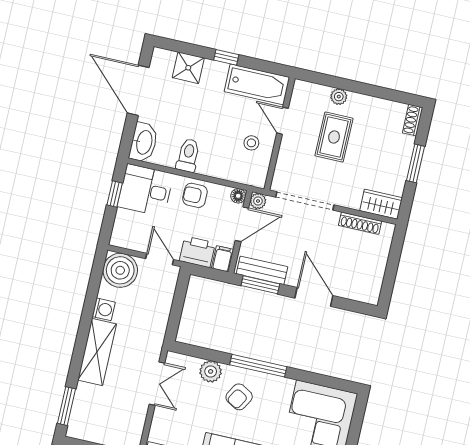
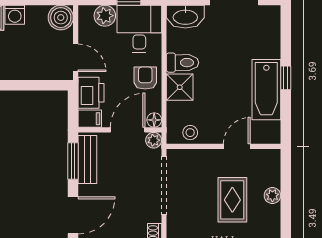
shower: (188, 68) -> (180, 87), moved
bathtub: (257, 84) -> (266, 90), moved
rug: (334, 137) -> (232, 200), turned 90
stool: (251, 143) -> (190, 133), moved
plant: (125, 221) -> (105, 16), added
door: (242, 224) -> (128, 130), swing flipped
door: (160, 259) -> (76, 58), hinge flipped
boiler: (120, 270) -> (61, 18), width x0.73, depth x0.73

